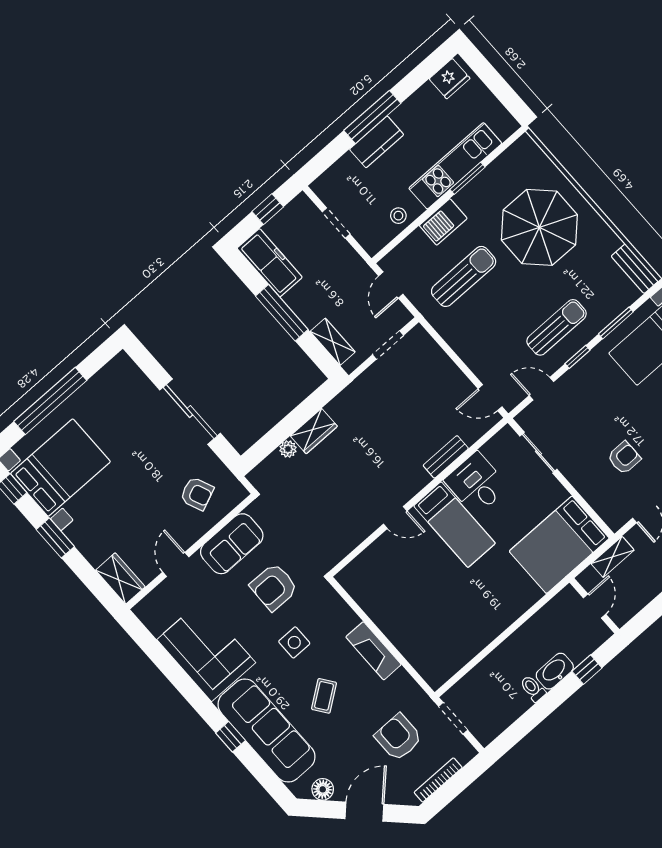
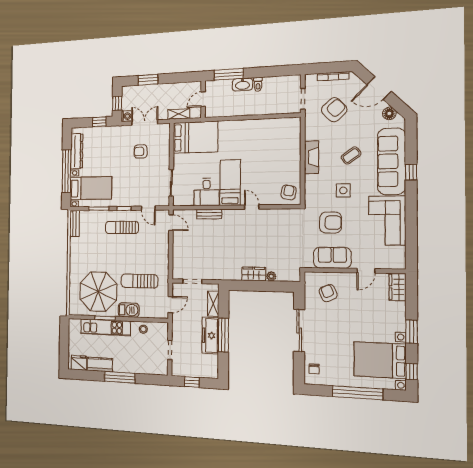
kitchen counter: (377, 142) -> (100, 364), moved
parasol: (539, 227) -> (98, 292), moved
freezer: (270, 263) -> (210, 335), moved
chair: (128, 380) -> (314, 369), added
armchair: (363, 579) -> (289, 192), added
window: (587, 669) -> (229, 74), width x2.17
armchair: (398, 737) -> (334, 110), turned -133

